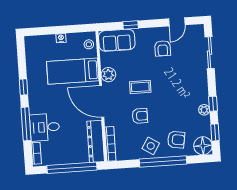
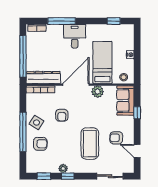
window: (23, 87) -> (114, 21), moved
coffee table: (140, 87) -> (90, 144), moved, width x1.86, depth x1.72
desk: (45, 127) -> (75, 36), moved
armchair: (176, 140) -> (40, 144), turned -99
floor lamp: (203, 146) -> (34, 165), removed

